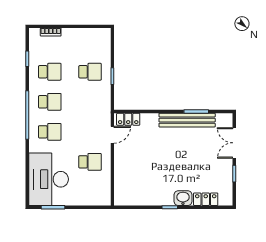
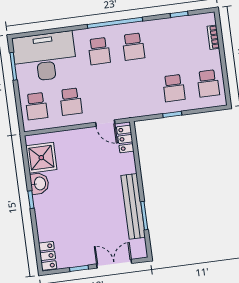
school desk: (50, 72) -> (208, 83), moved
school desk: (90, 192) -> (36, 106), added
shower: (135, 194) -> (41, 158), added
washbasin: (183, 198) -> (39, 184), moved
locker: (206, 199) -> (48, 256), moved

